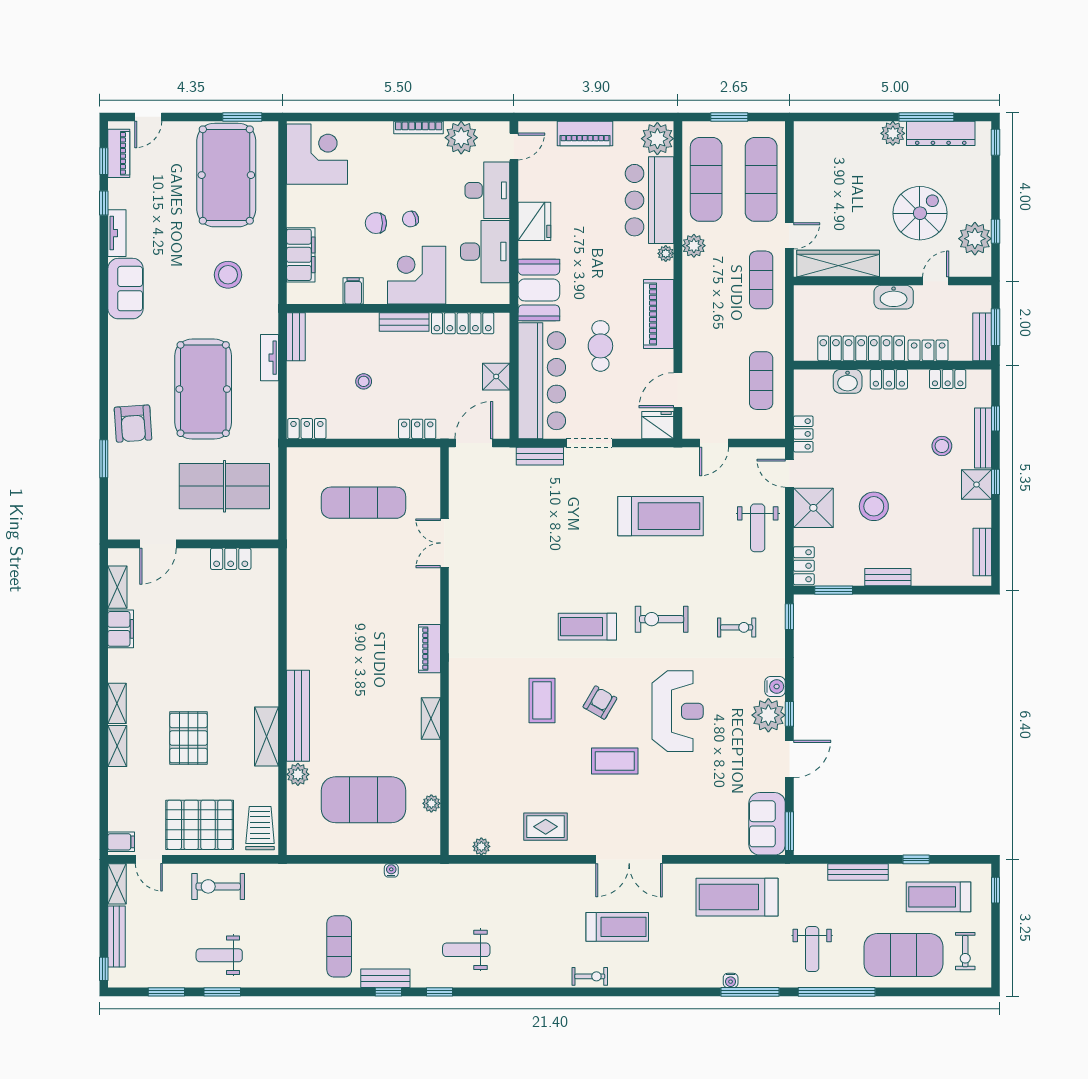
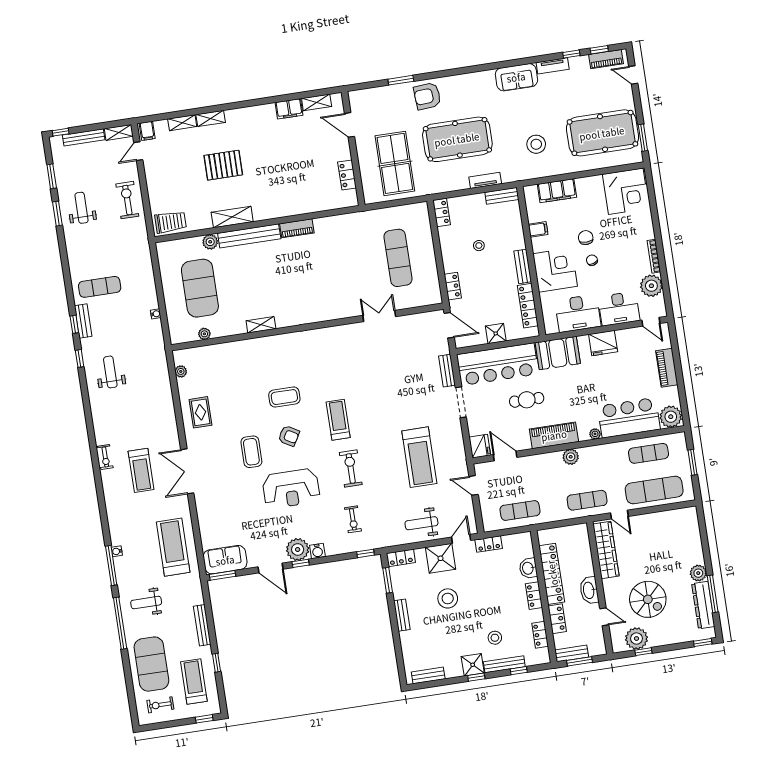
exercise mat: (706, 179) -> (649, 453), width x0.73, depth x0.69
plant: (694, 246) -> (571, 457), moved
piano: (429, 649) -> (297, 228), moved, turned 180
shelving: (117, 703) -> (182, 123), moved
pallet: (200, 825) -> (166, 181), removed

